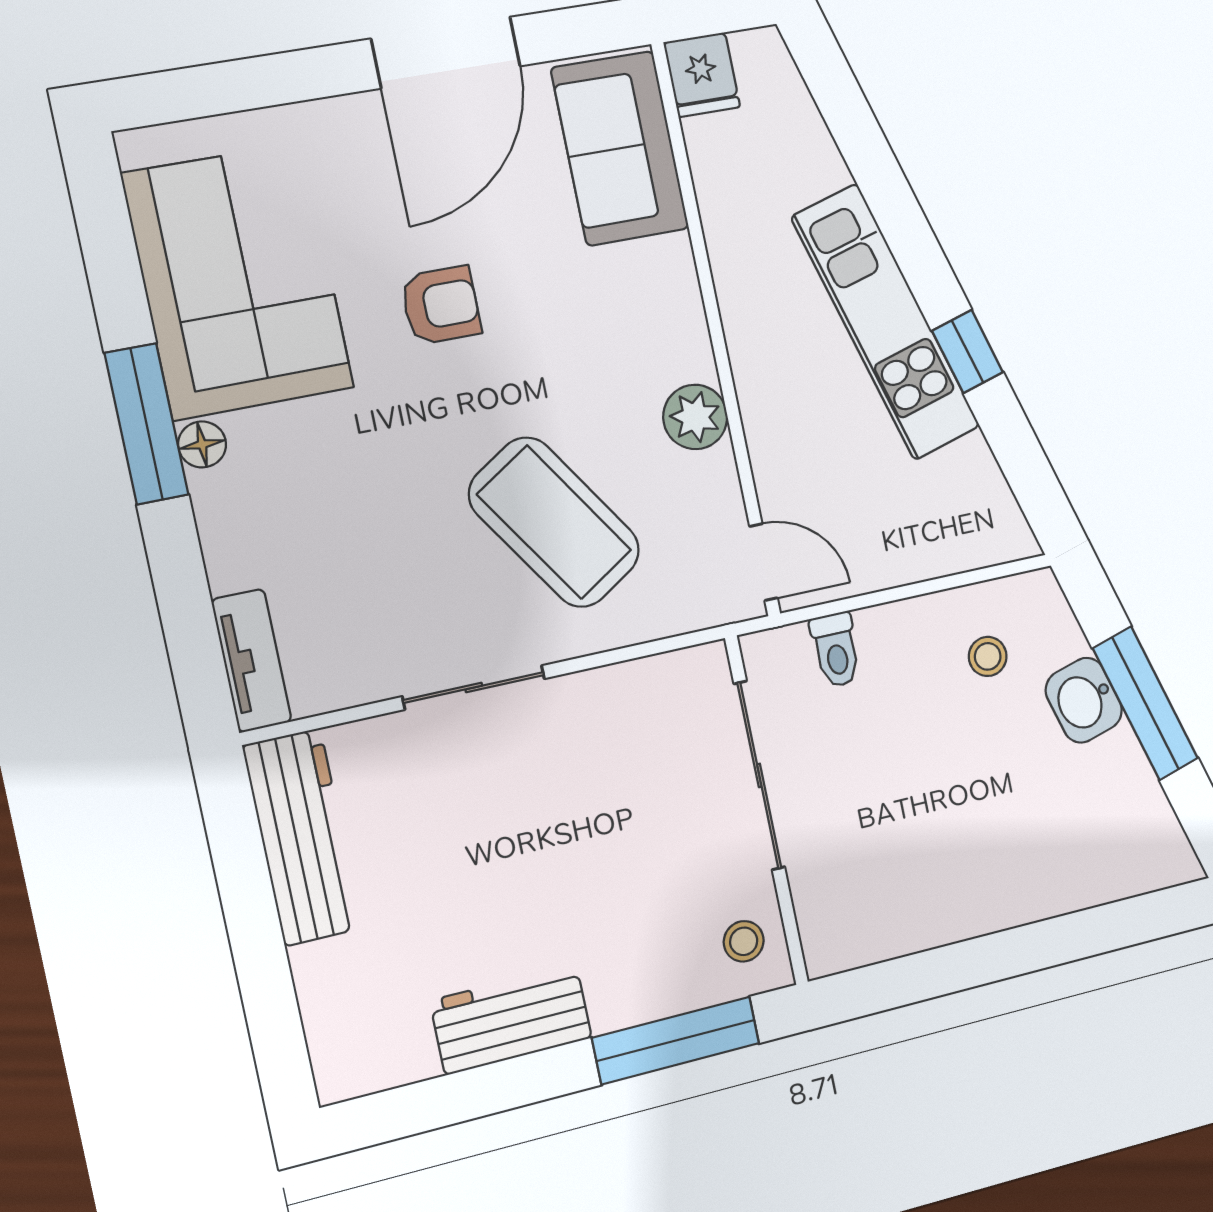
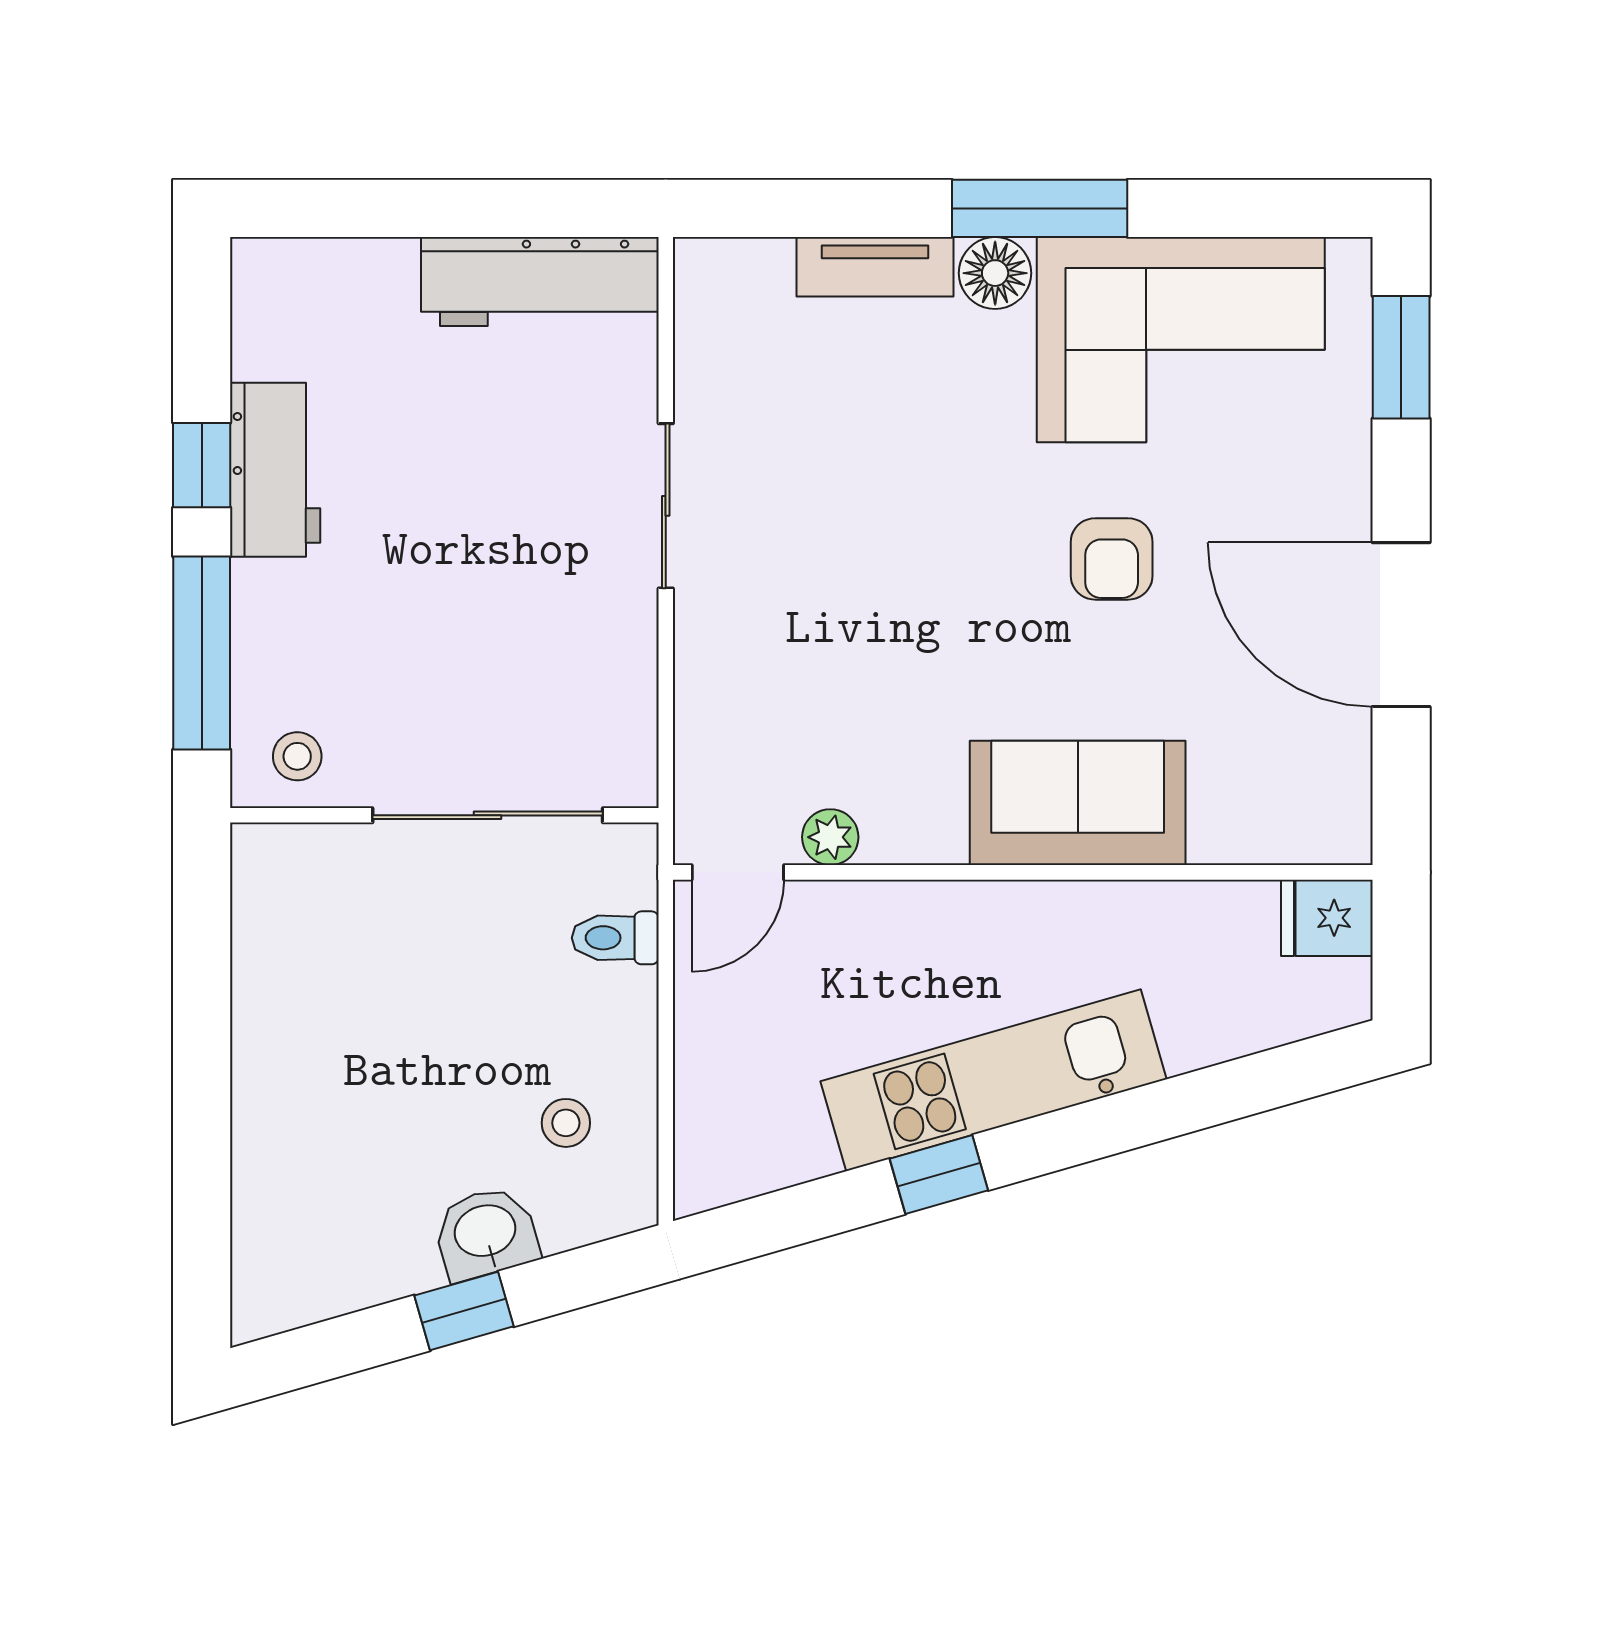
window: (214, 89) -> (1401, 357), added
sofa: (620, 148) -> (1078, 803), moved
plant: (695, 417) -> (830, 837), moved, width x0.73, depth x0.73
floor lamp: (202, 444) -> (995, 273), width x1.37, depth x1.37
coffee table: (554, 522) -> (836, 637), removed
tv unit: (251, 661) -> (875, 267), moved
window: (1145, 703) -> (464, 1311), width x0.46
window: (520, 1081) -> (202, 465), added

